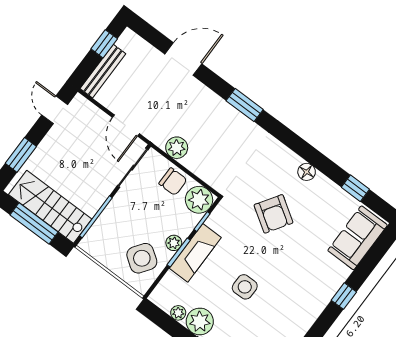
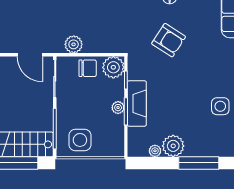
side table: (142, 258) -> (80, 140), moved, turned -35
side table: (245, 287) -> (220, 106), moved

